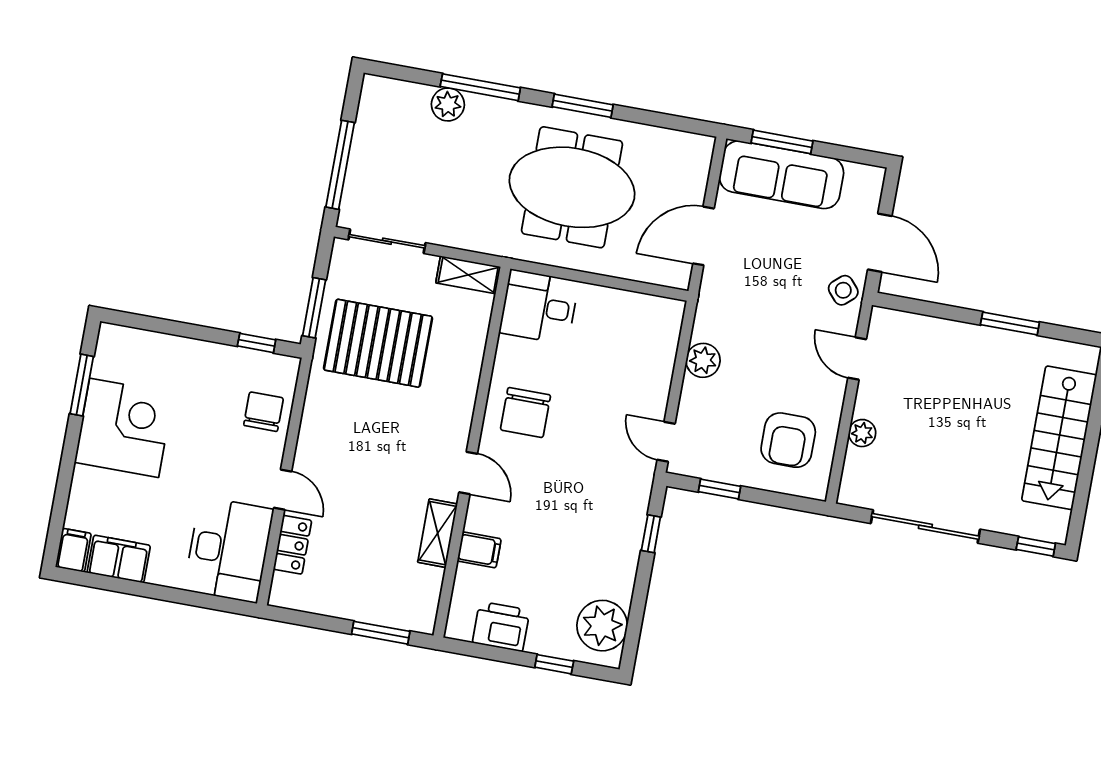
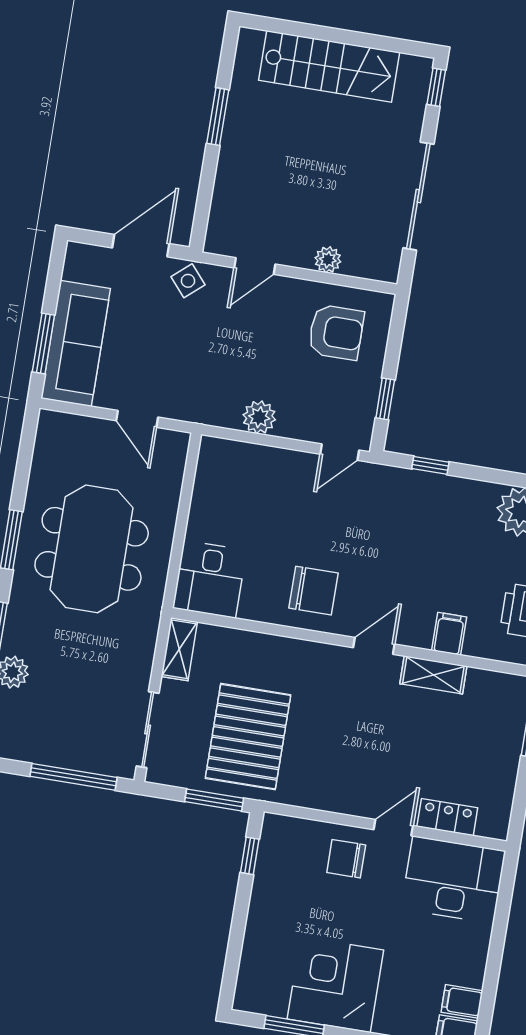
door: (703, 236) -> (137, 419), width x0.73
chair: (263, 412) -> (346, 859), moved
filing cabinet: (119, 559) -> (462, 1001), width x0.50

